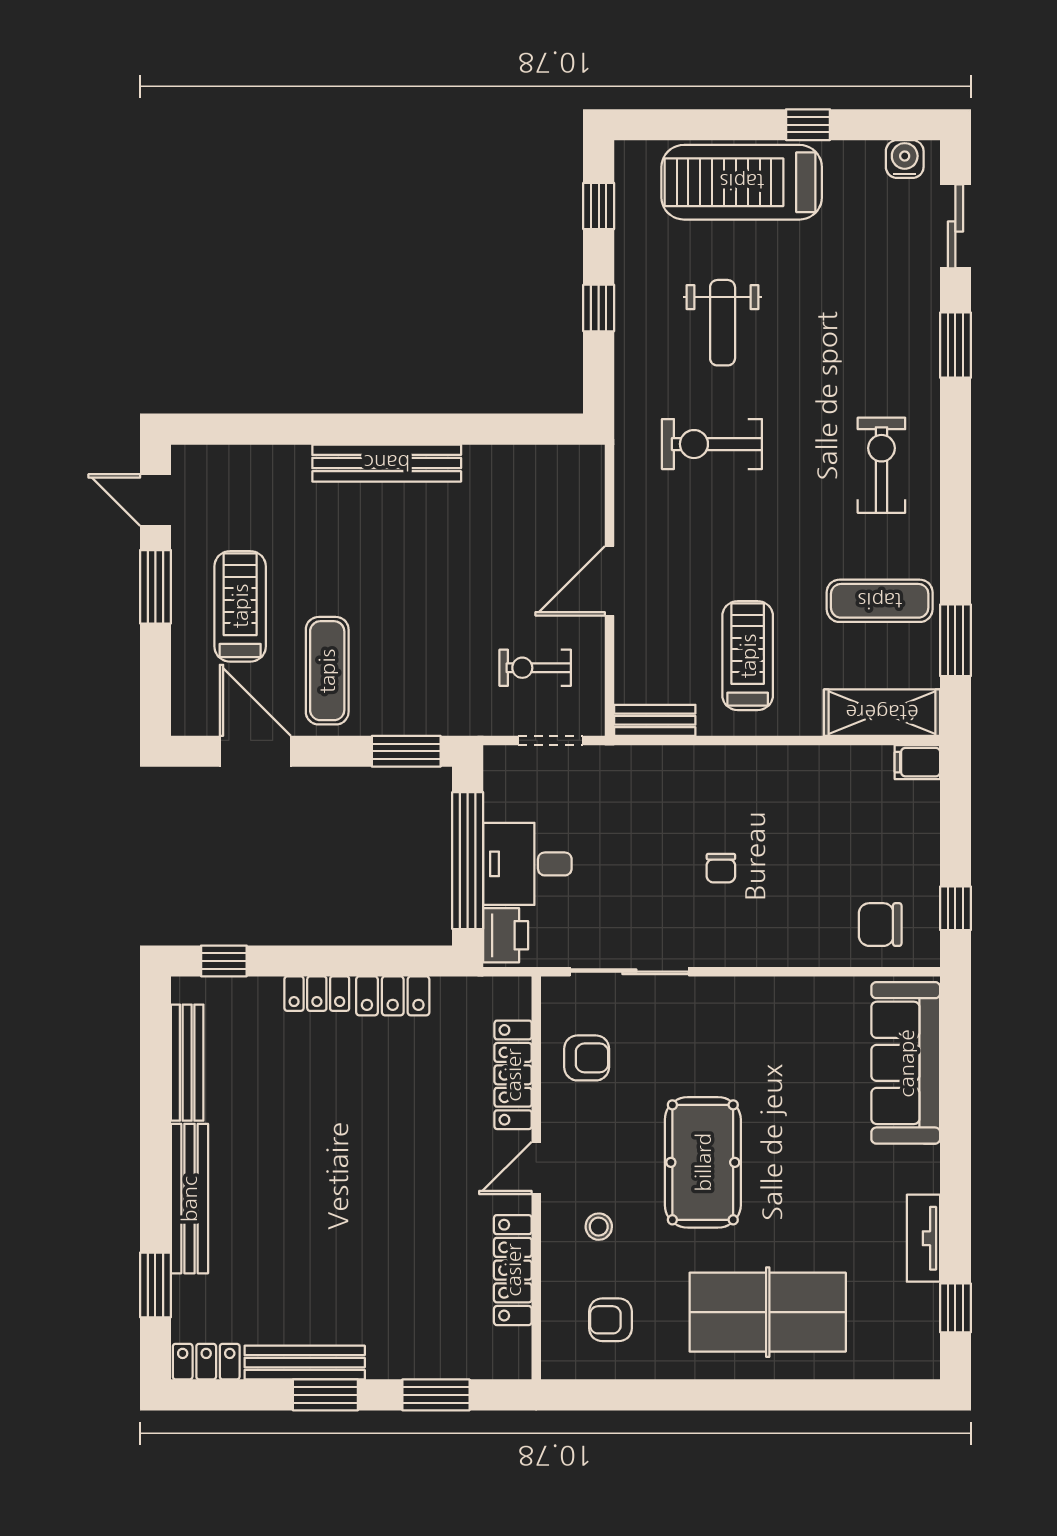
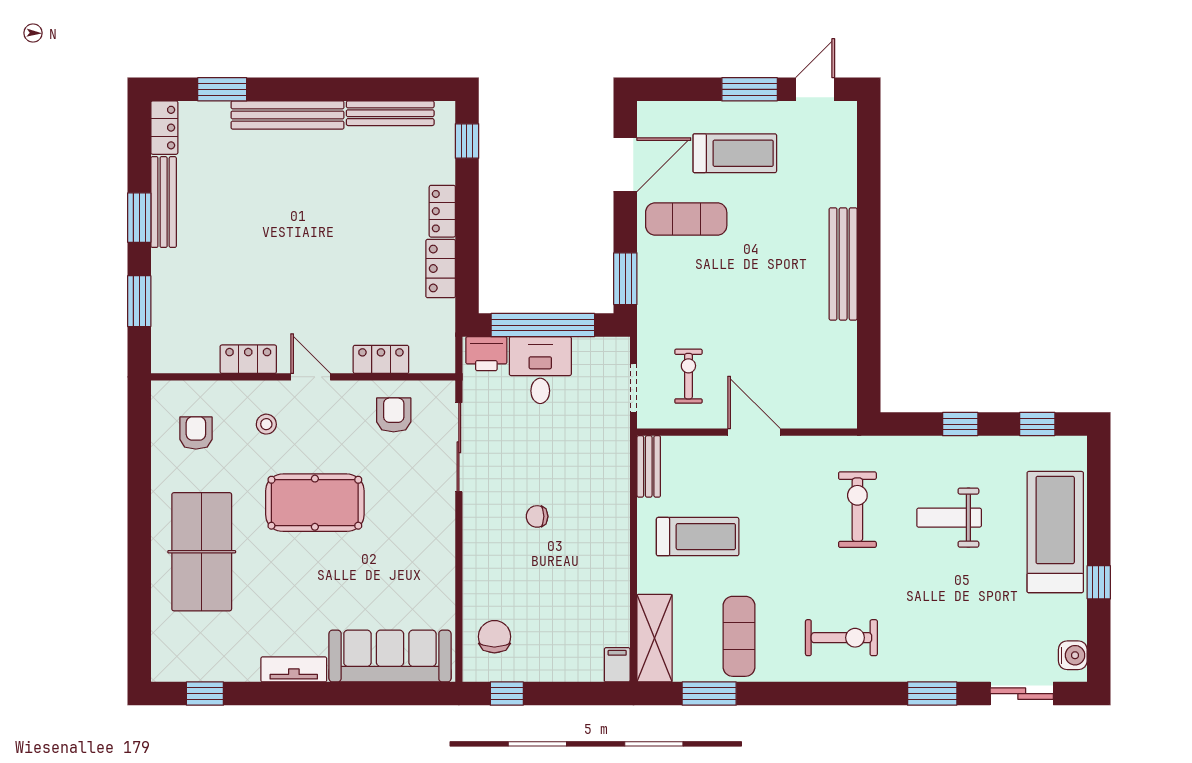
armchair: (587, 1058) -> (394, 415), turned 180
locker: (513, 1075) -> (381, 359), width x0.66
tv unit: (923, 1238) -> (294, 669), moved
locker: (513, 1270) -> (248, 359), width x0.66

